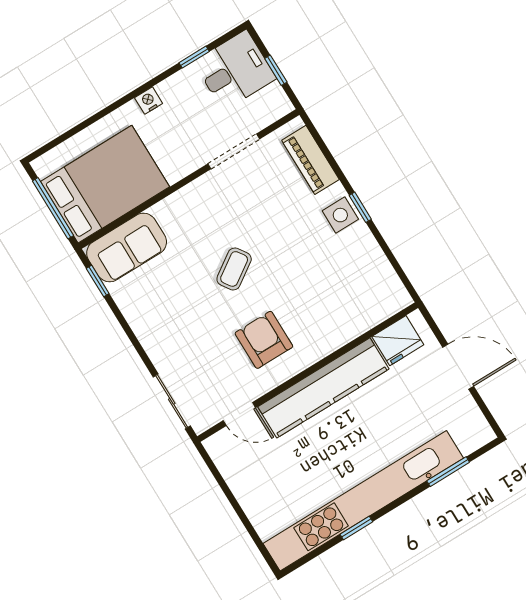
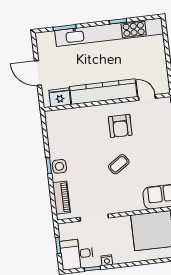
nightstand: (149, 101) -> (107, 260), moved

